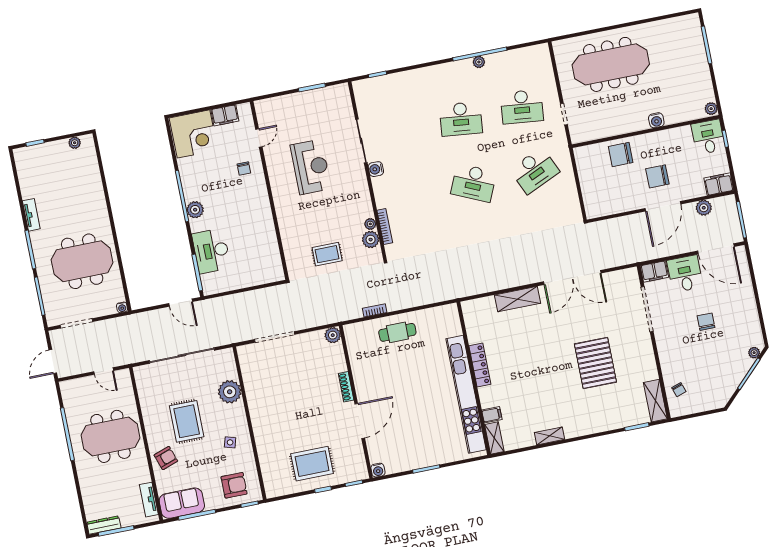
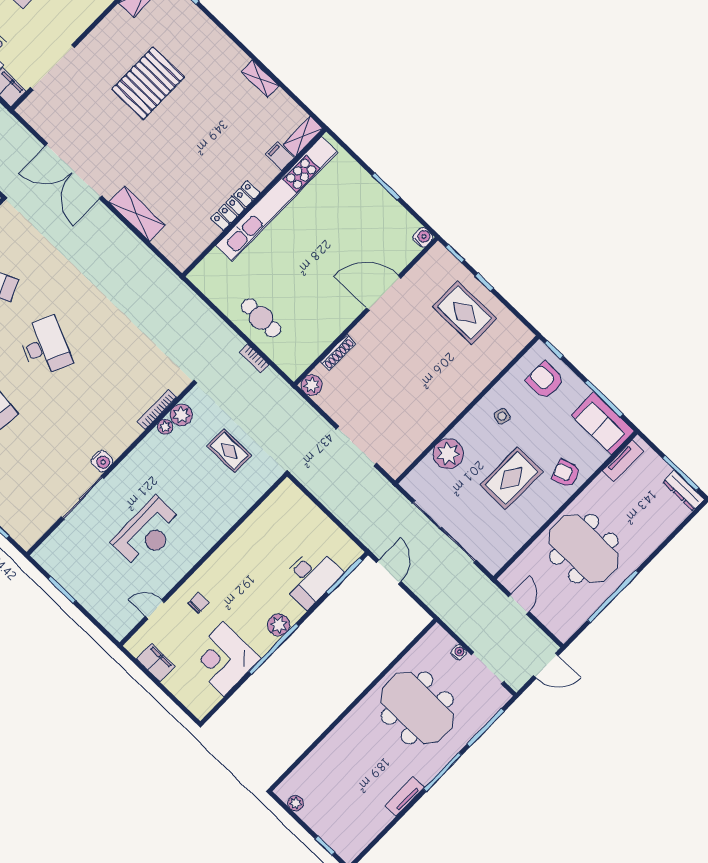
corner desk: (194, 134) -> (223, 659), moved, turned -90
reception desk: (311, 167) -> (148, 533), turned 180
double door: (572, 277) -> (73, 171), swing flipped
water cooler: (122, 307) -> (459, 652), moved
shoe rack: (346, 387) -> (338, 353), moved

